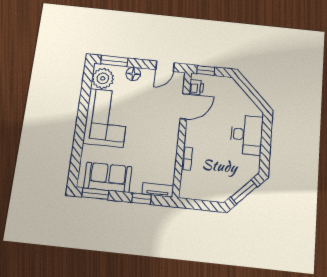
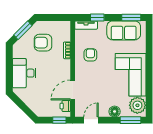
armchair: (156, 149) -> (90, 55), added
armchair: (218, 172) -> (43, 43), added

